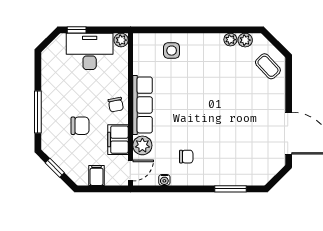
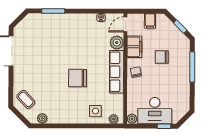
plant: (230, 40) -> (114, 119), moved
chair: (186, 157) -> (78, 78), moved, width x1.87, depth x1.87

